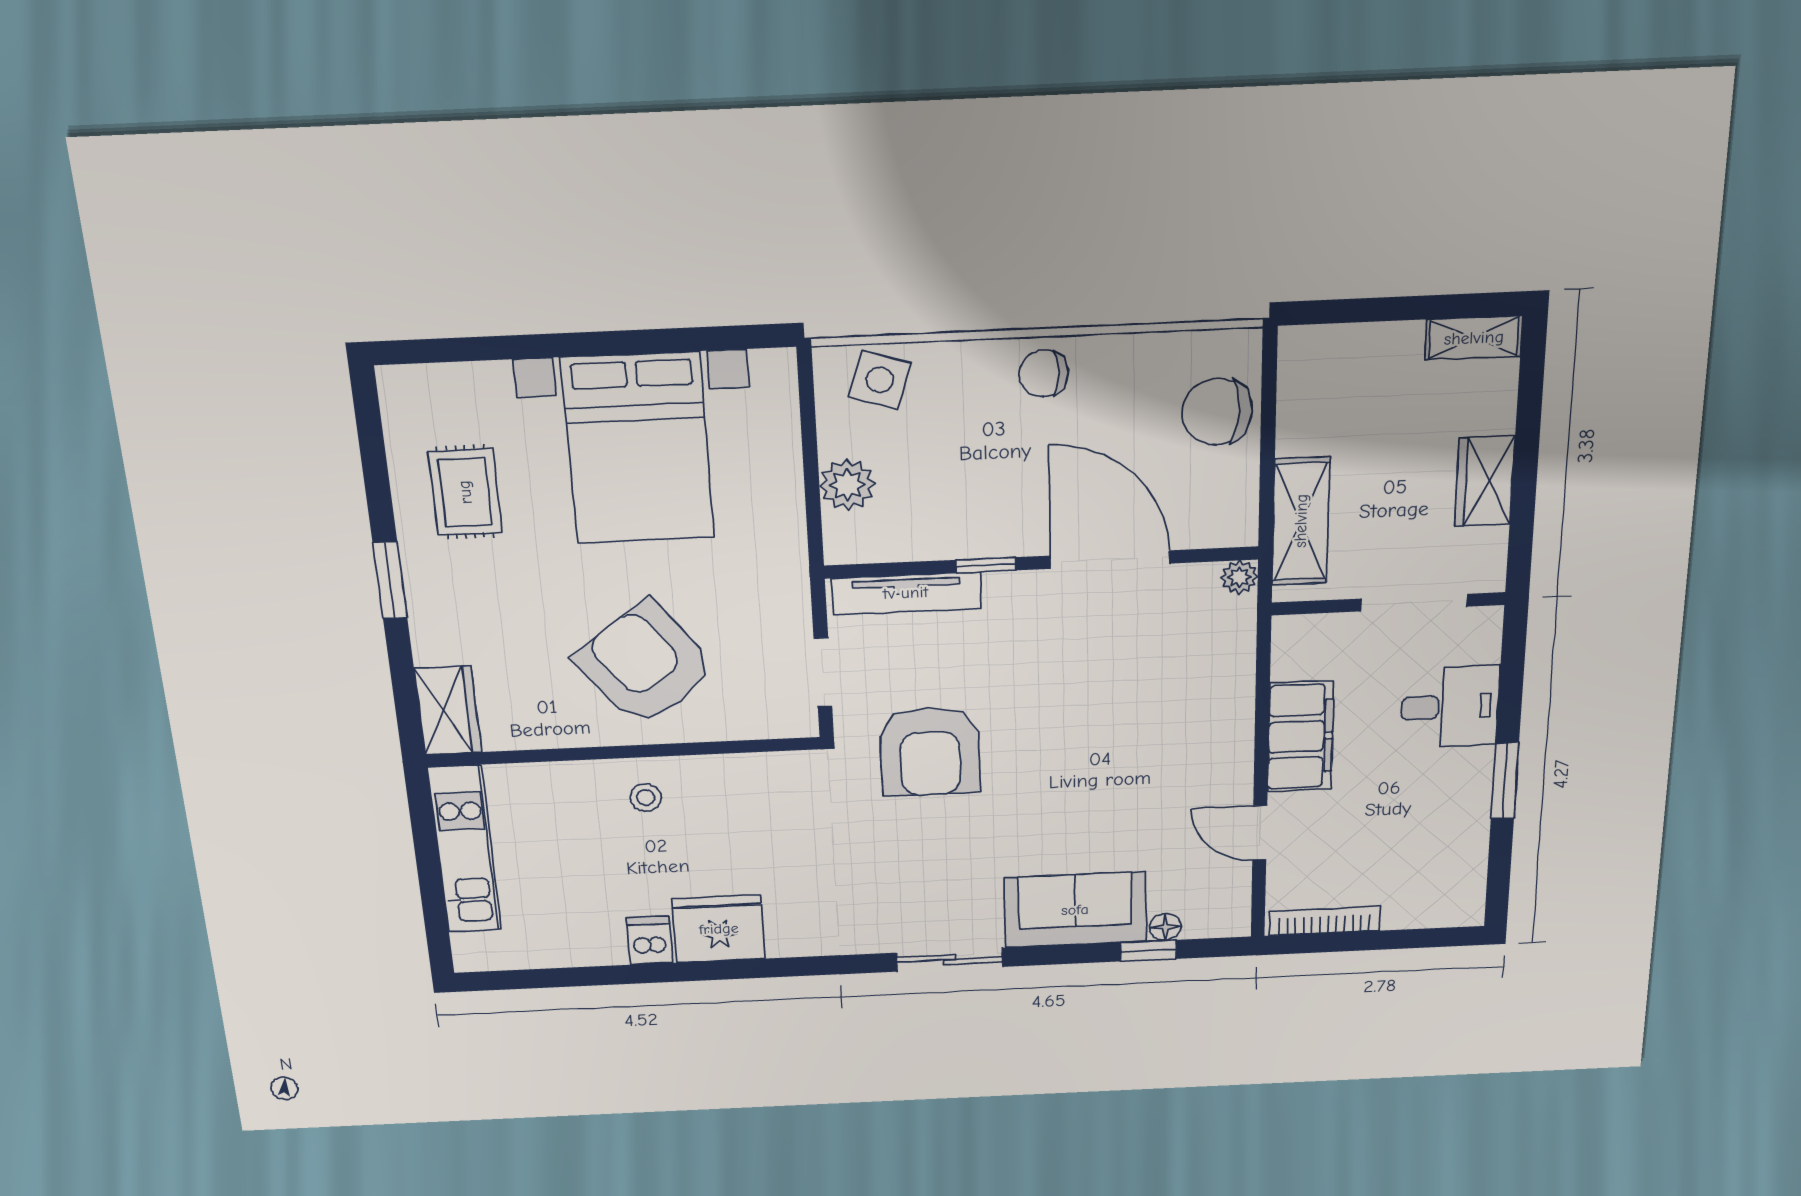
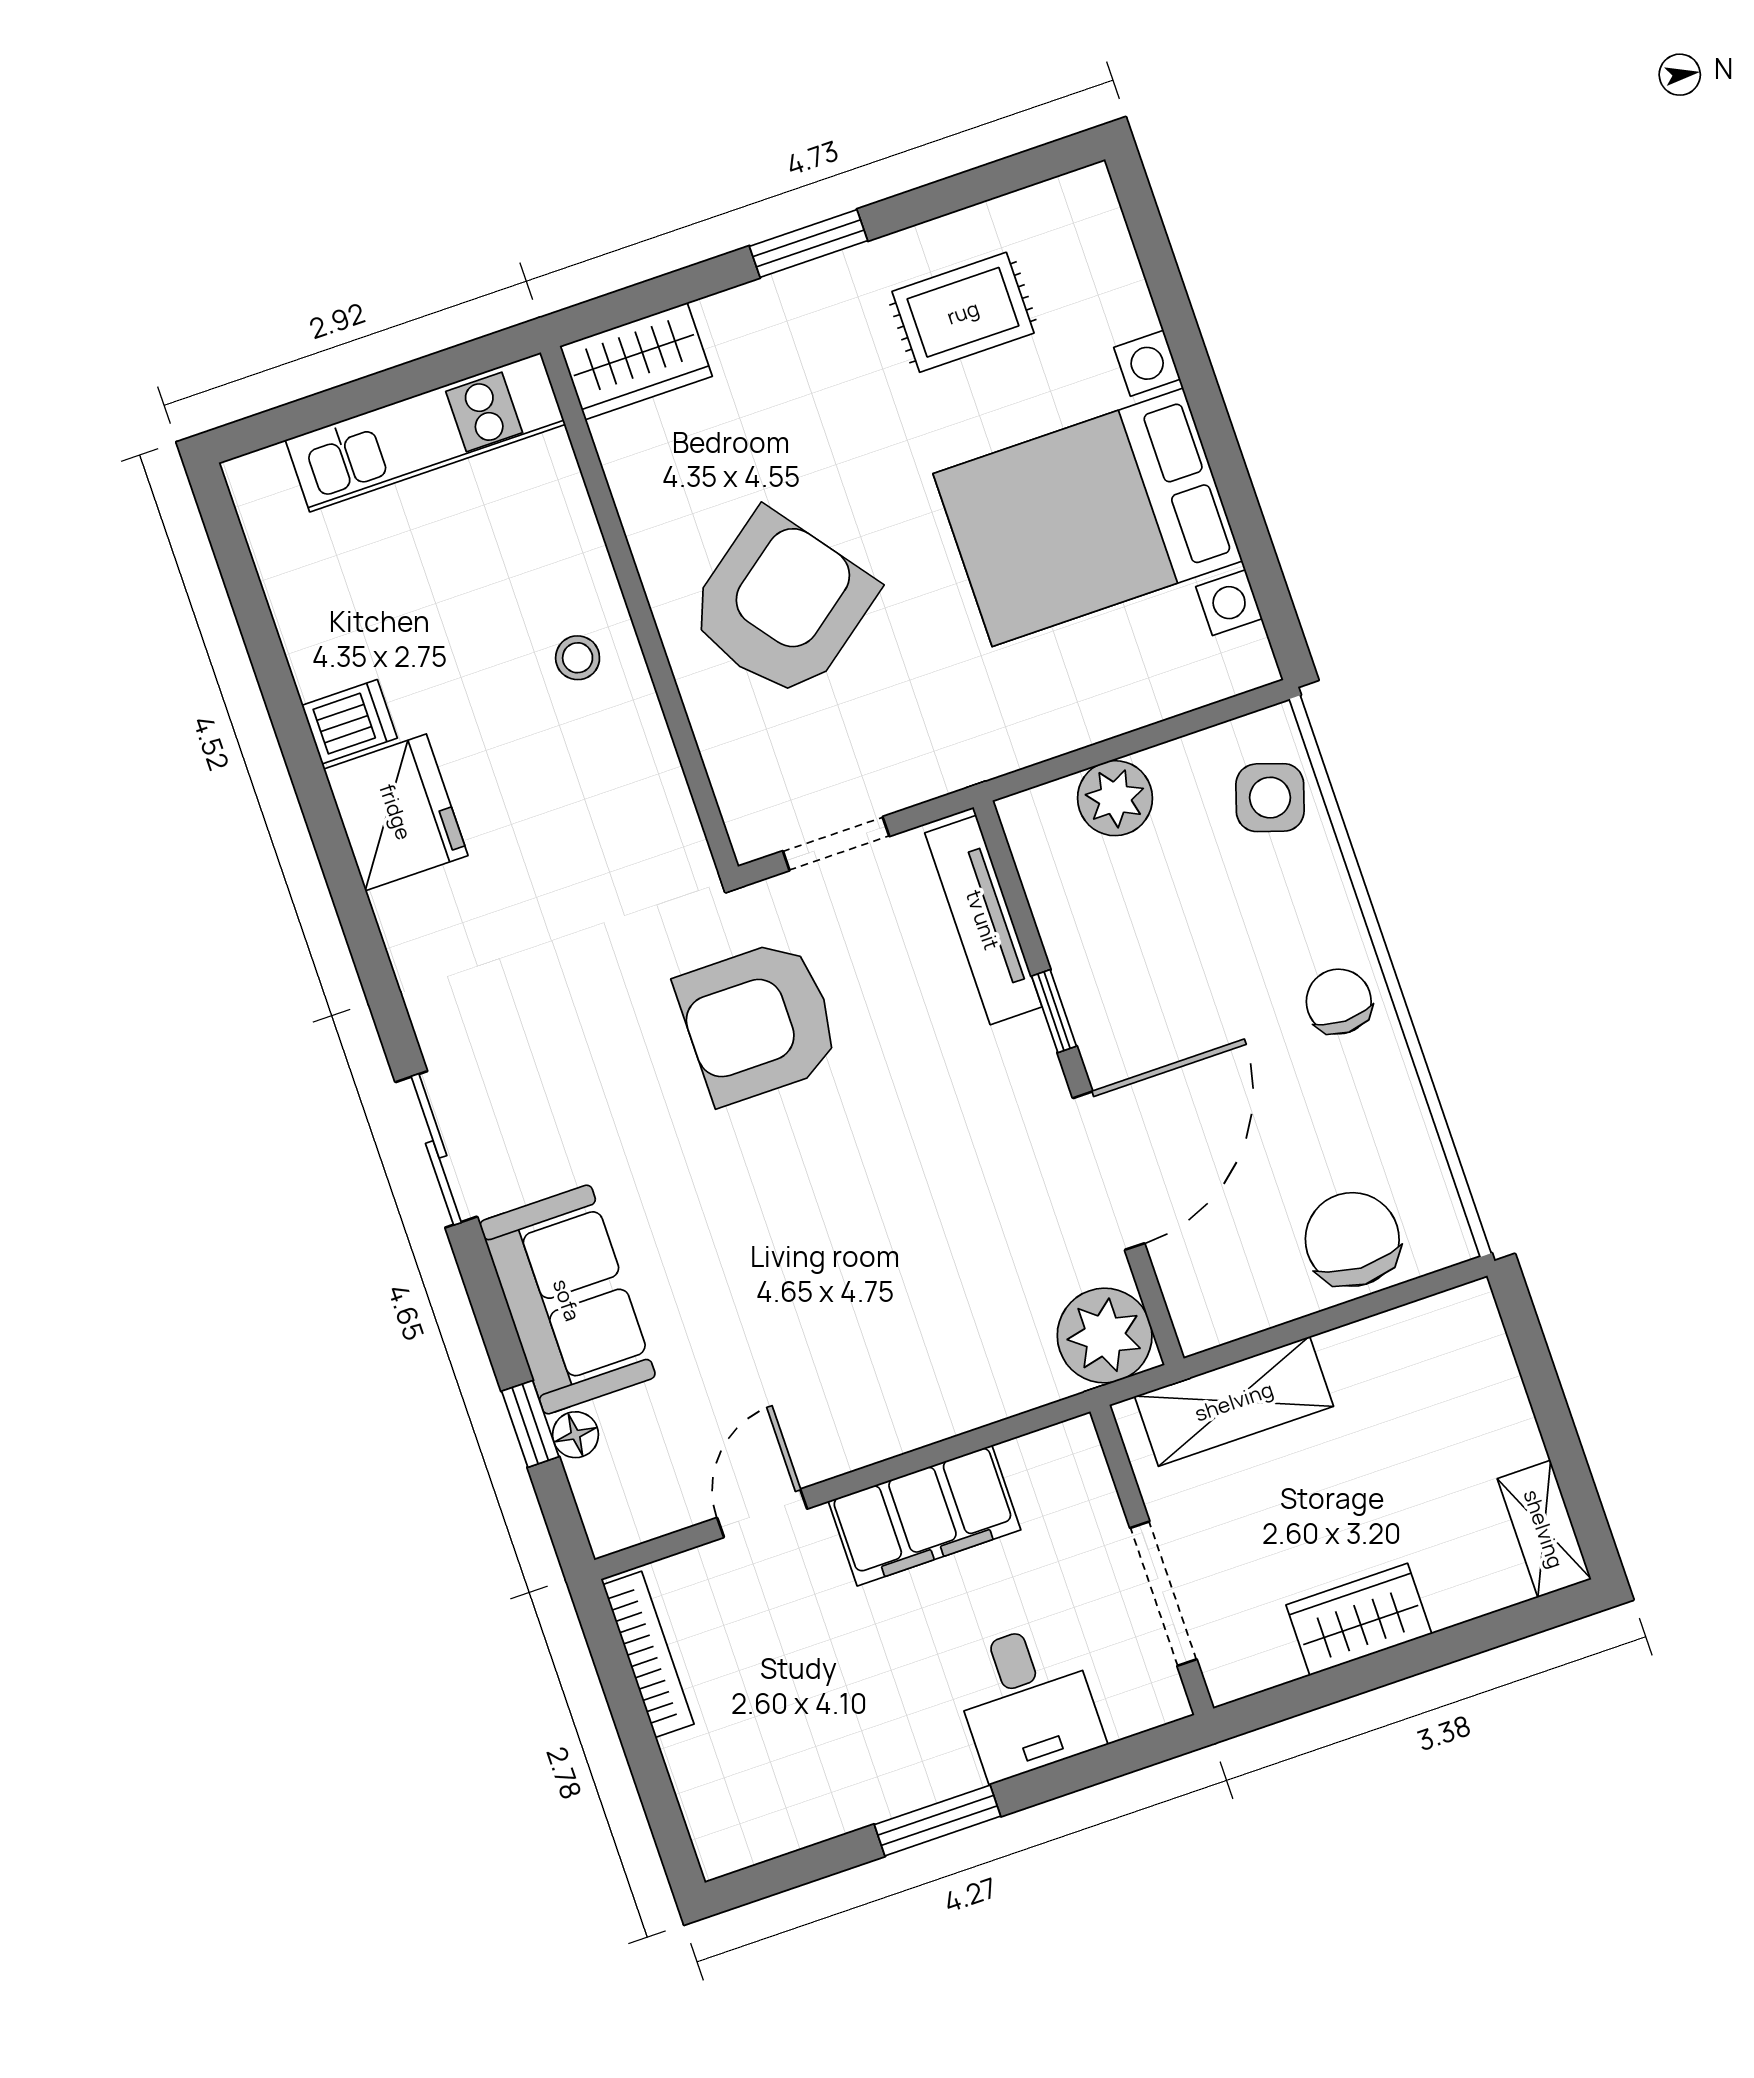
plant: (1239, 577) -> (1105, 1336), width x1.87, depth x1.87

